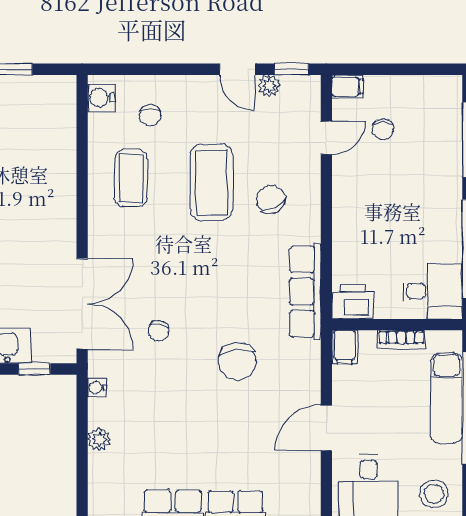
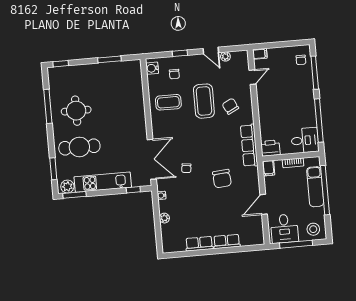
window: (292, 69) -> (180, 53), moved
chair: (383, 129) -> (301, 60), moved
coffee table: (131, 178) -> (168, 102), turned 90

